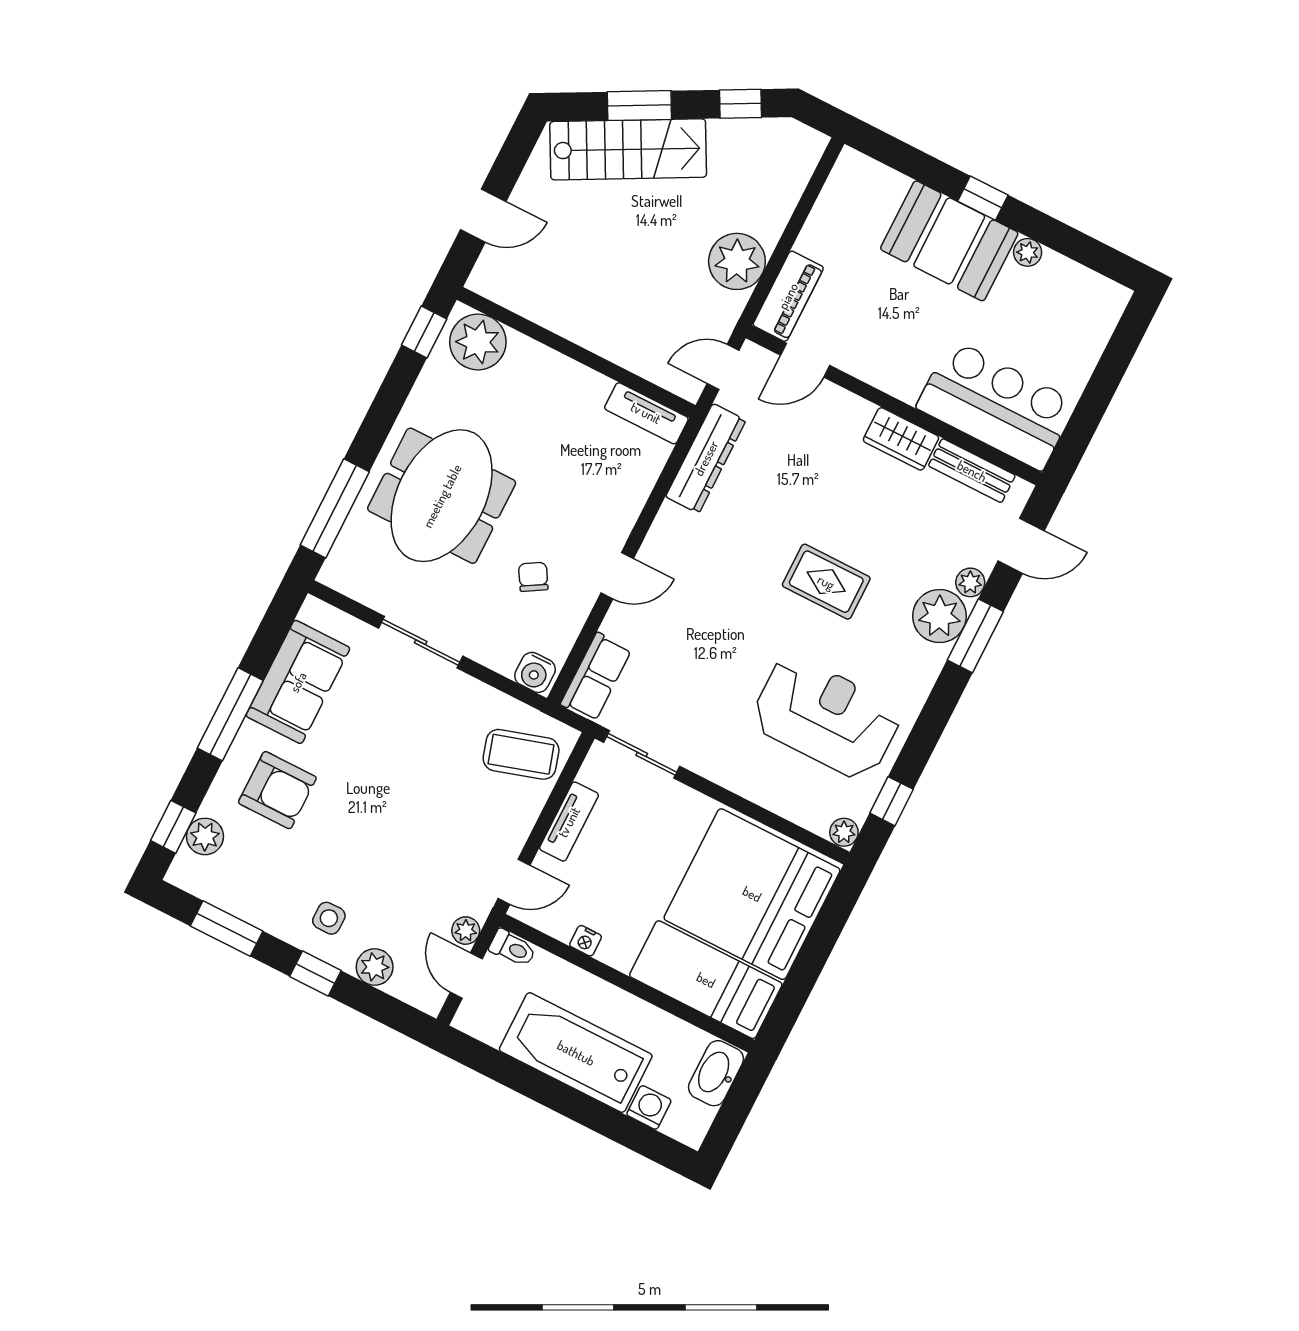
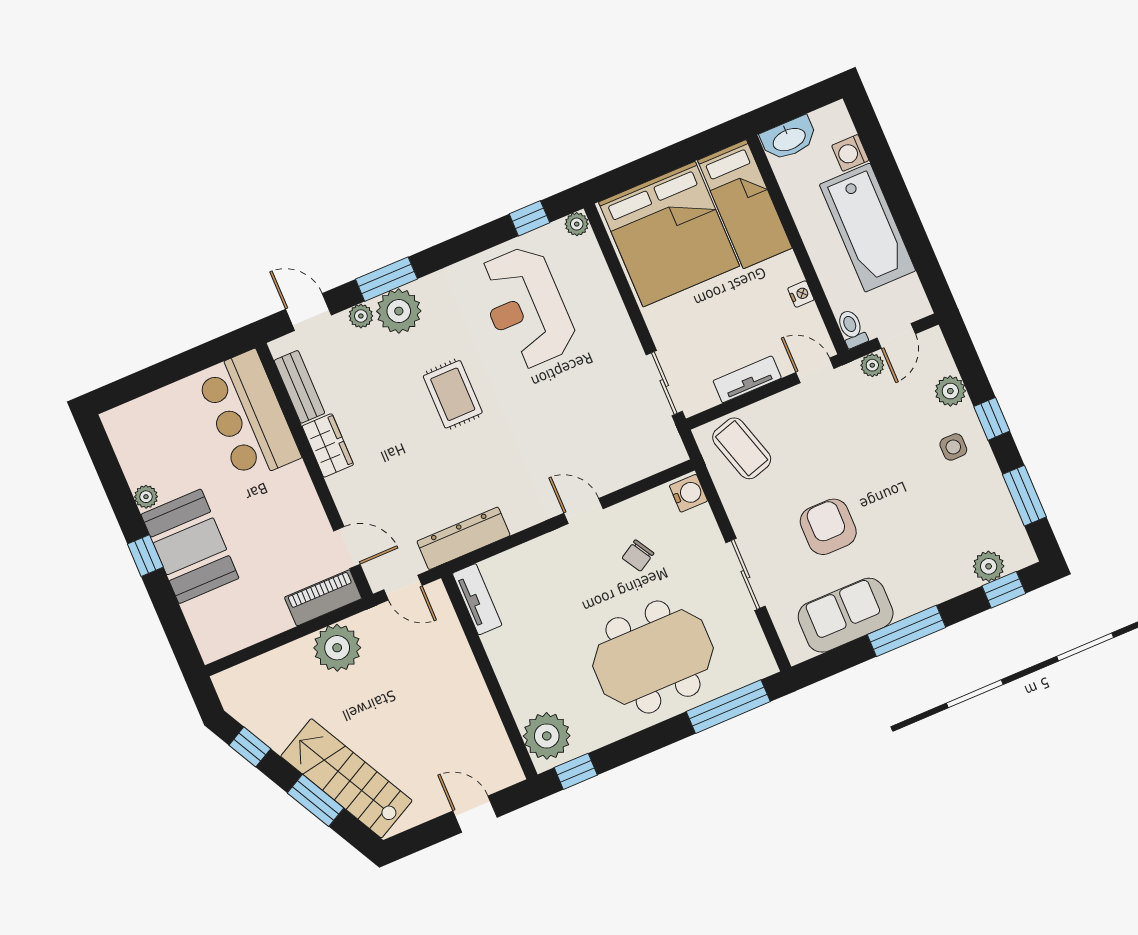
row of seats: (596, 677) -> (652, 458), removed
armchair: (277, 790) -> (828, 527), moved

